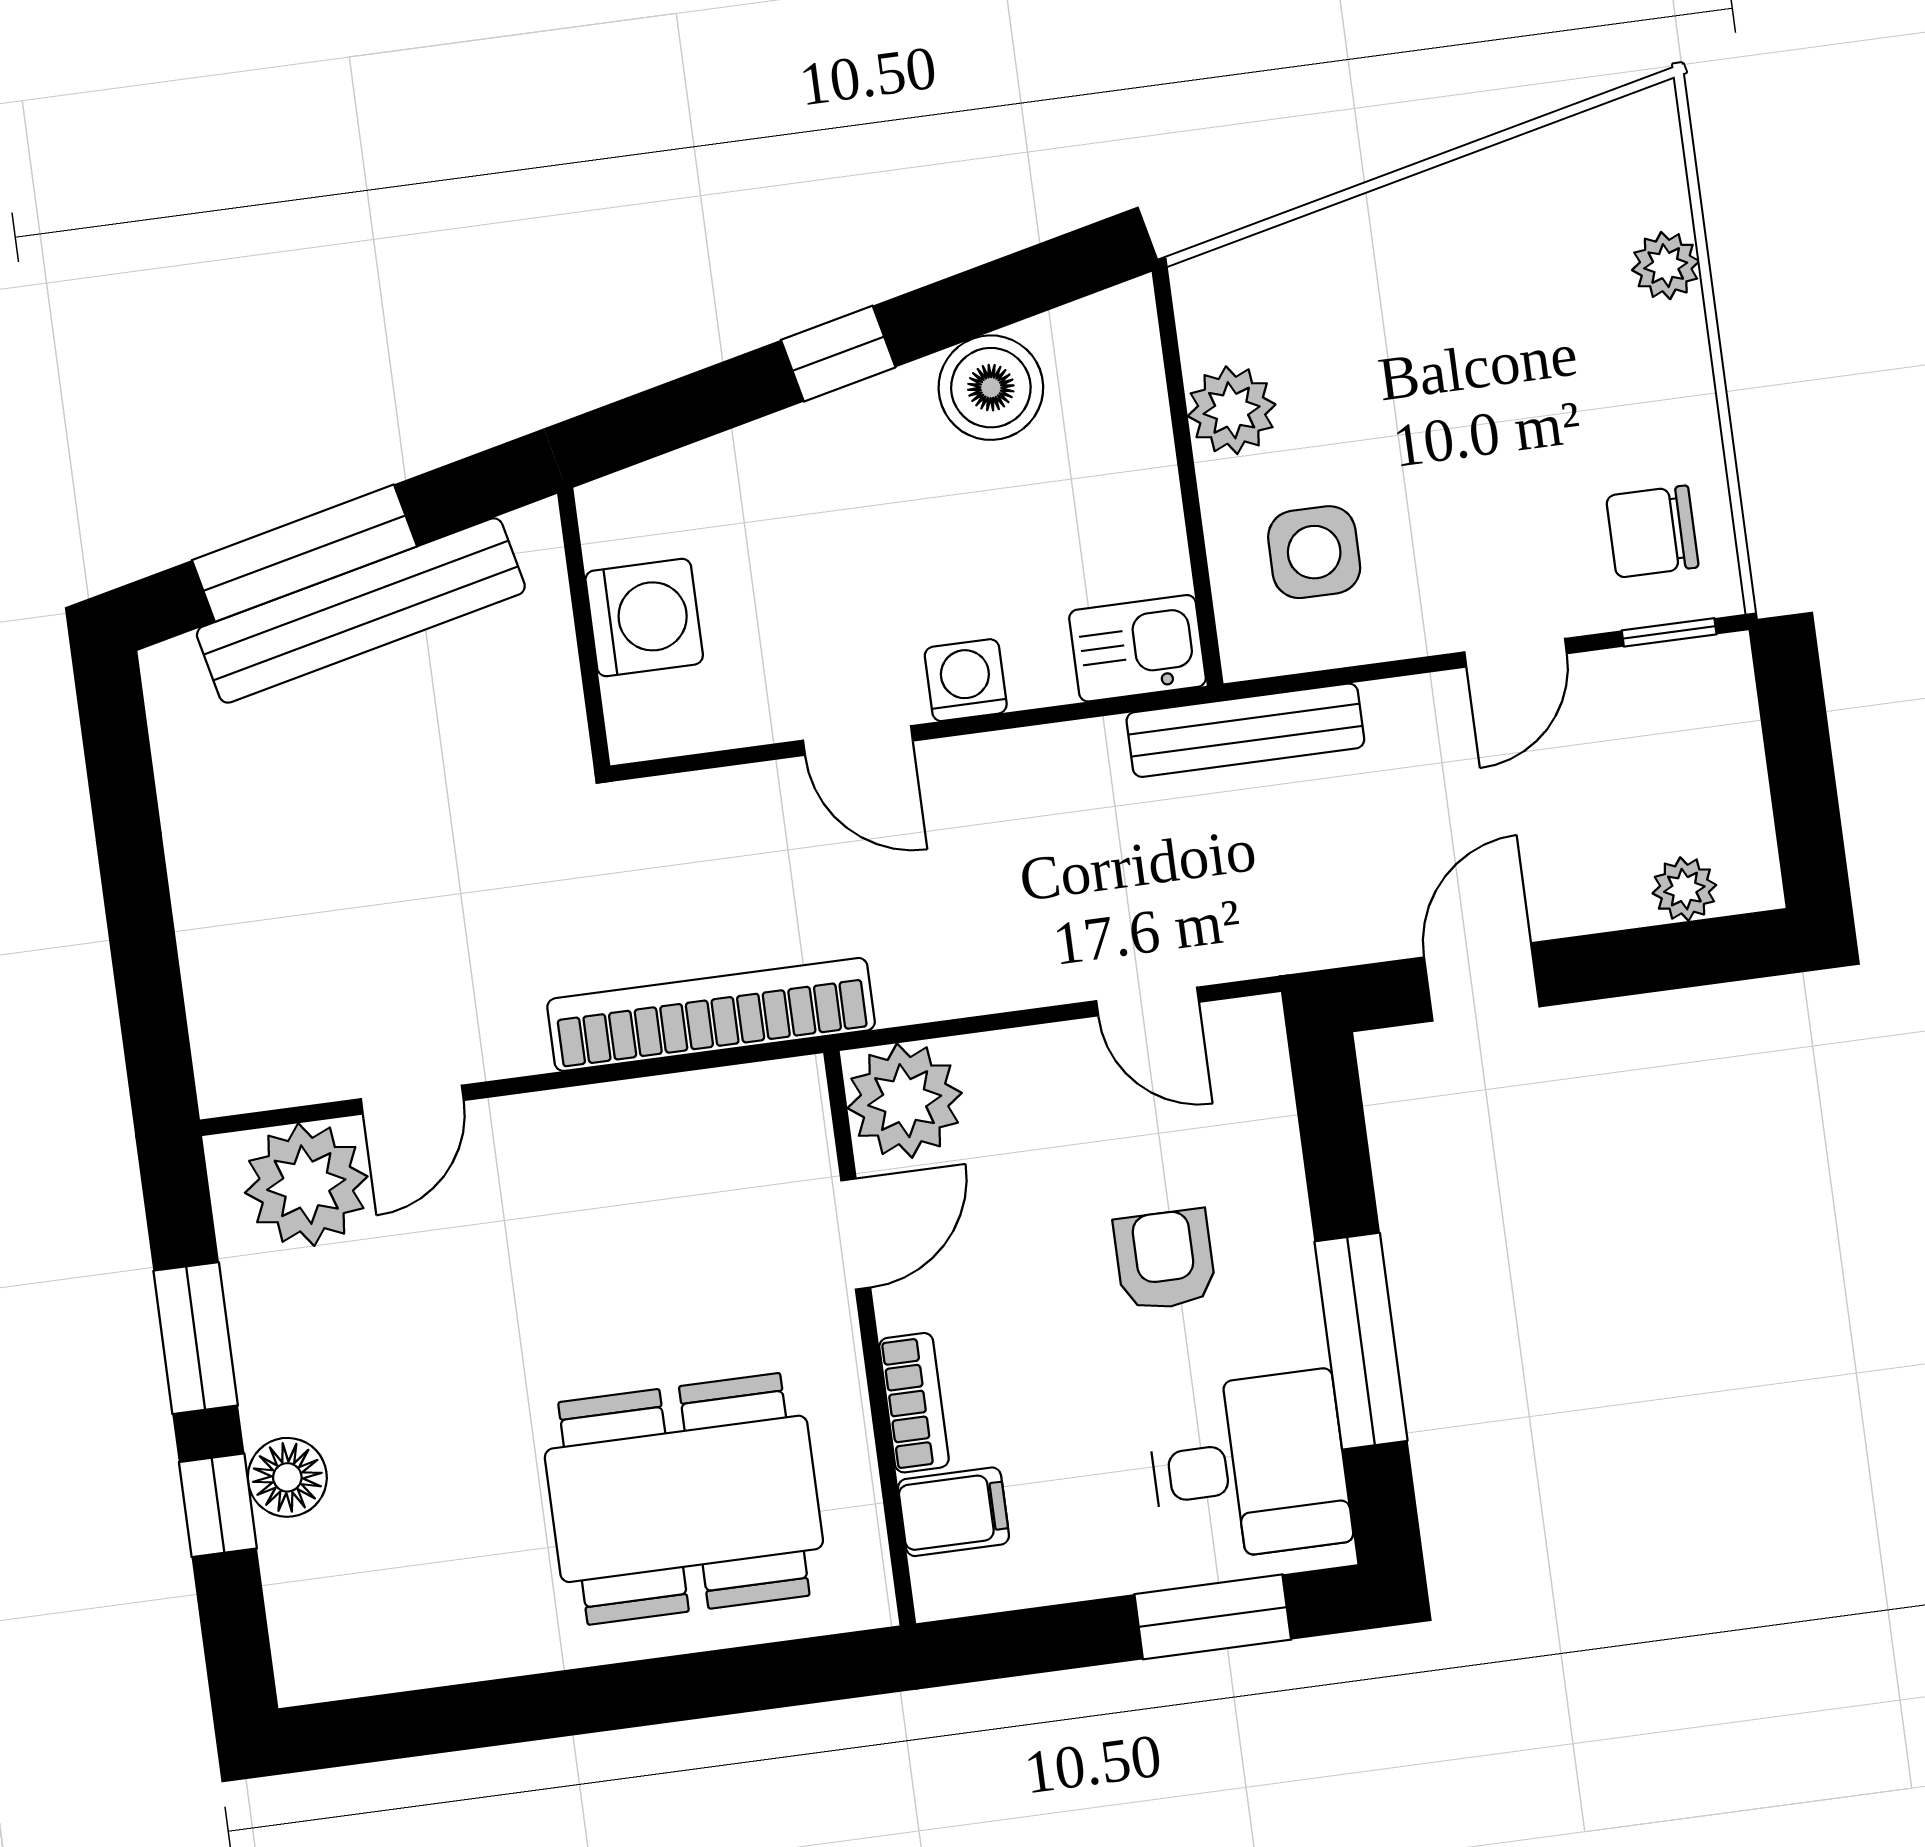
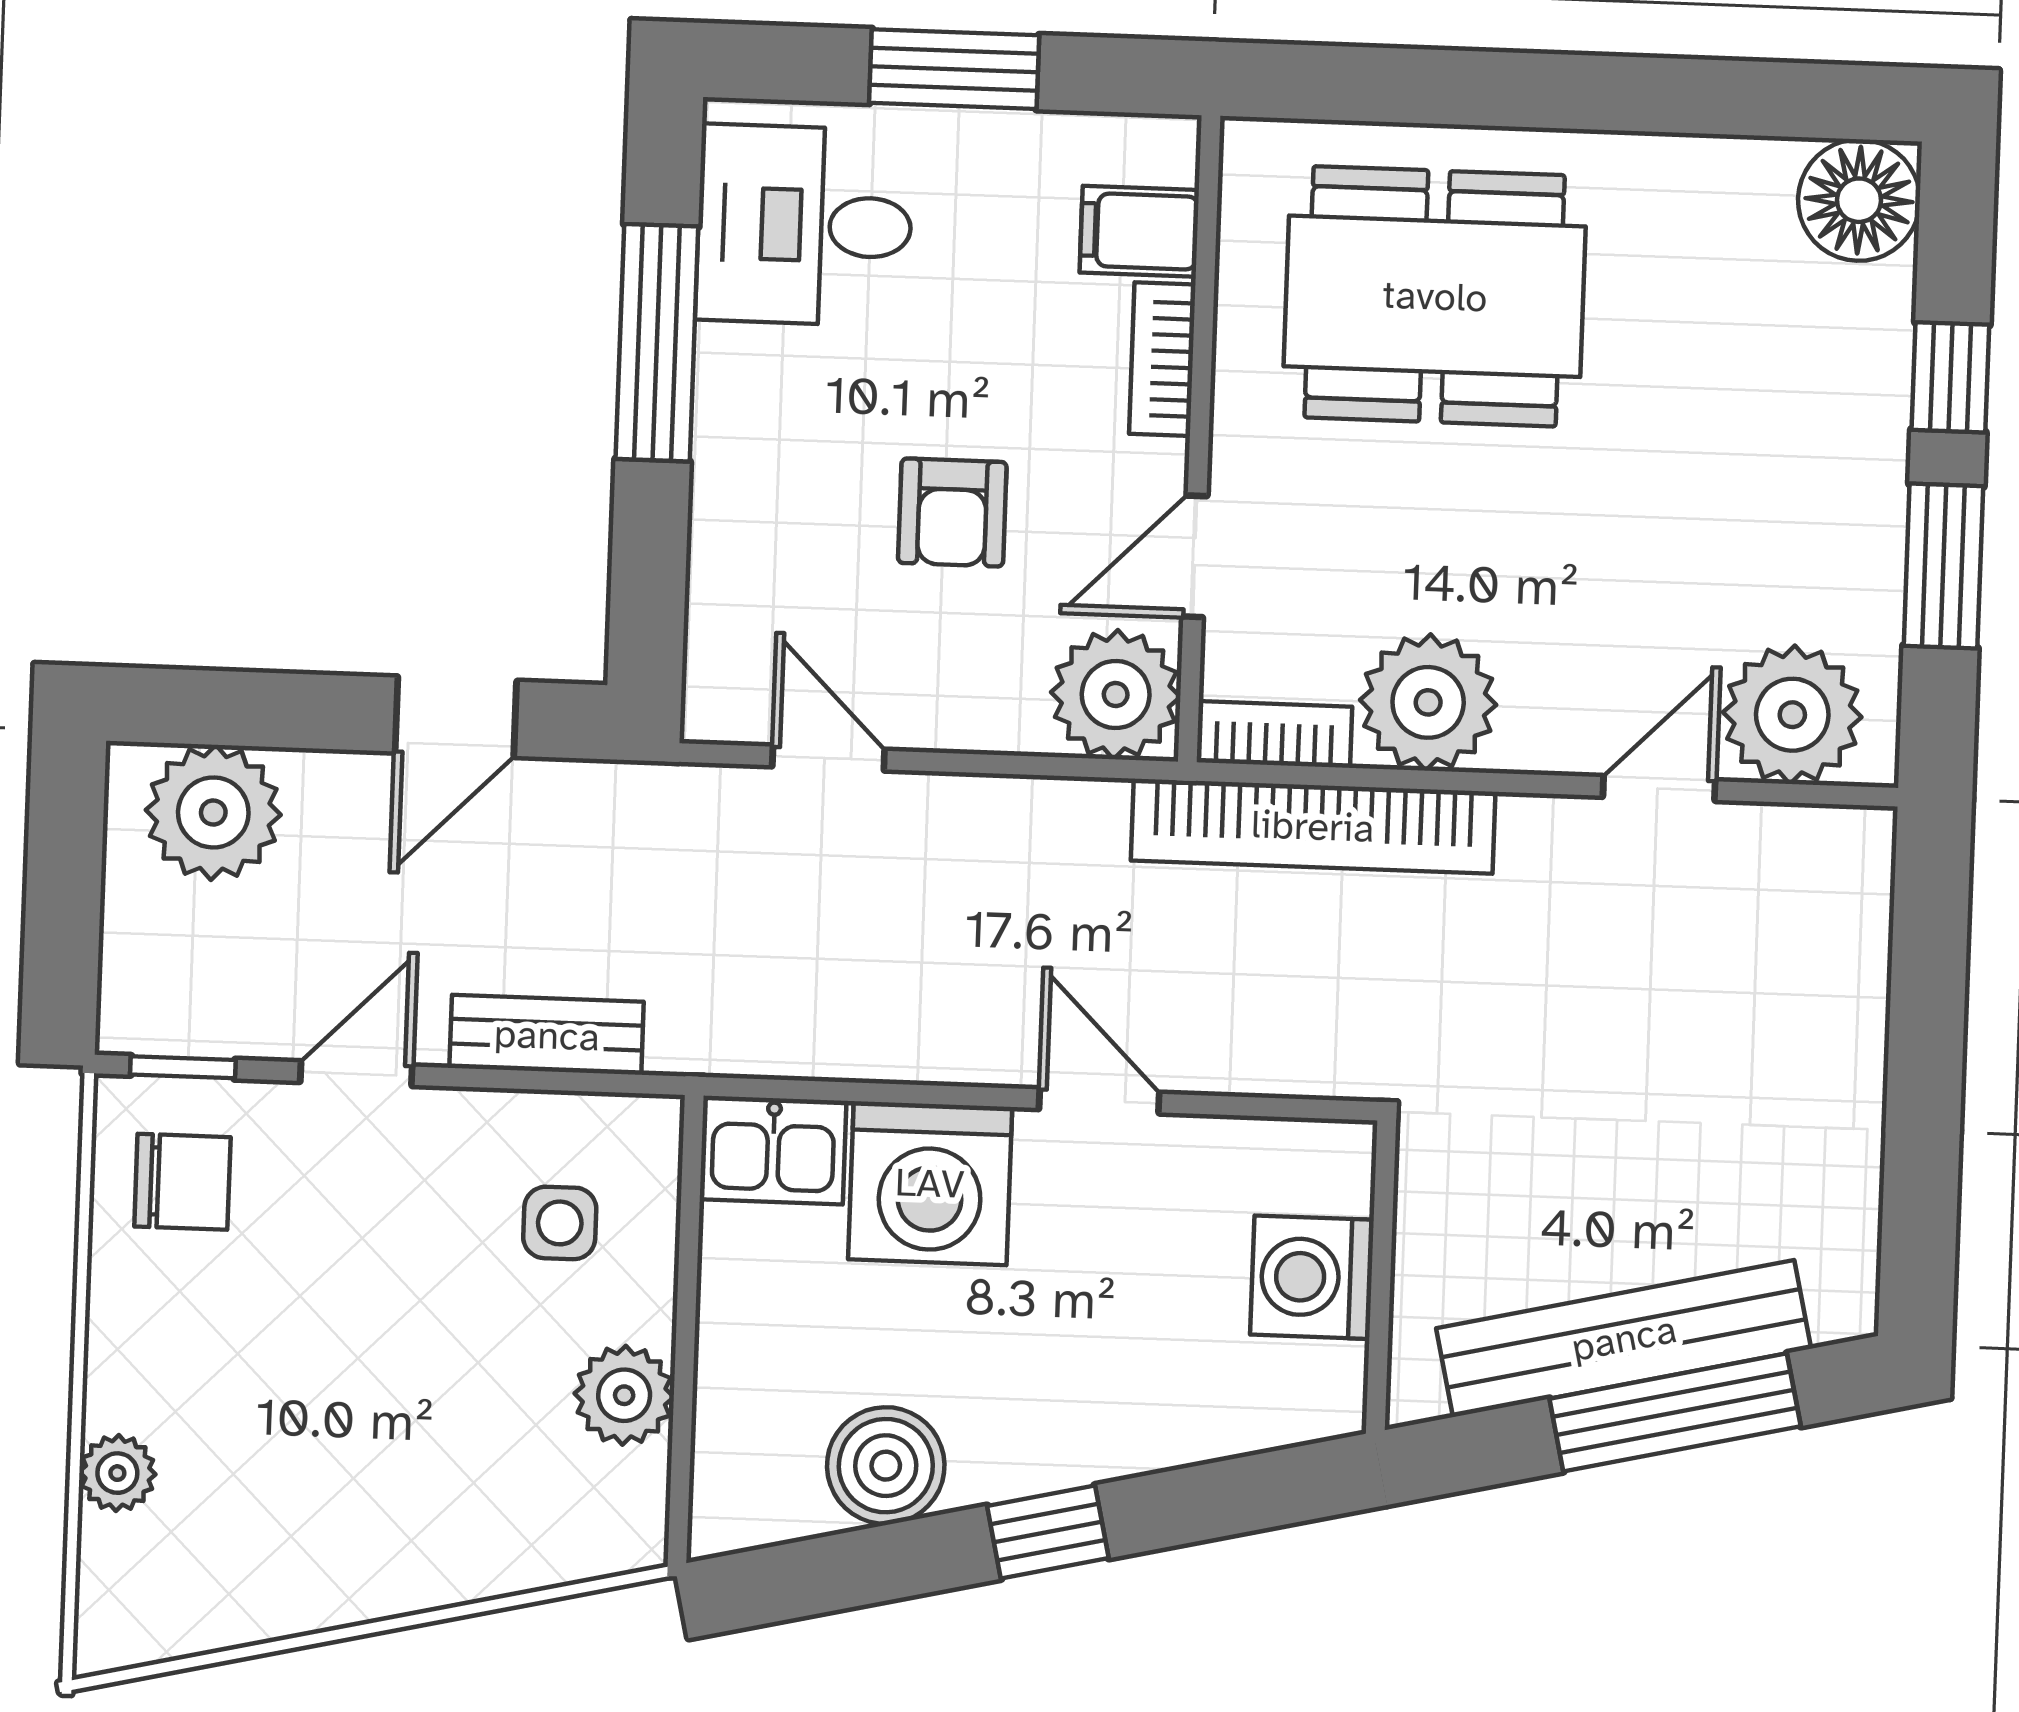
side table: (1314, 552) -> (560, 1223), width x0.73, depth x0.73
washing machine: (966, 680) -> (930, 1183), width x1.89, depth x1.89
bench: (1245, 730) -> (547, 1035), moved, width x0.73
plant: (1684, 889) -> (213, 812), width x1.88, depth x1.88
bookcase: (759, 1089) -> (1274, 734), added
plant: (629, 1141) -> (1428, 702), added
armchair: (1165, 1260) -> (952, 512), moved
floor lamp: (287, 1477) -> (1859, 200), moved, width x1.38, depth x1.38
window: (1213, 1617) -> (954, 69), moved

